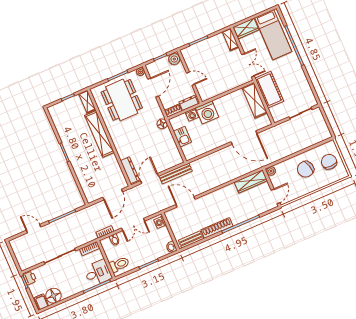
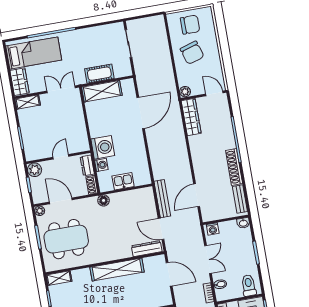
cot: (269, 90) -> (99, 74), width x0.73, depth x0.75
shelving: (100, 134) -> (117, 270), moved
chair: (329, 162) -> (190, 25), turned 180

